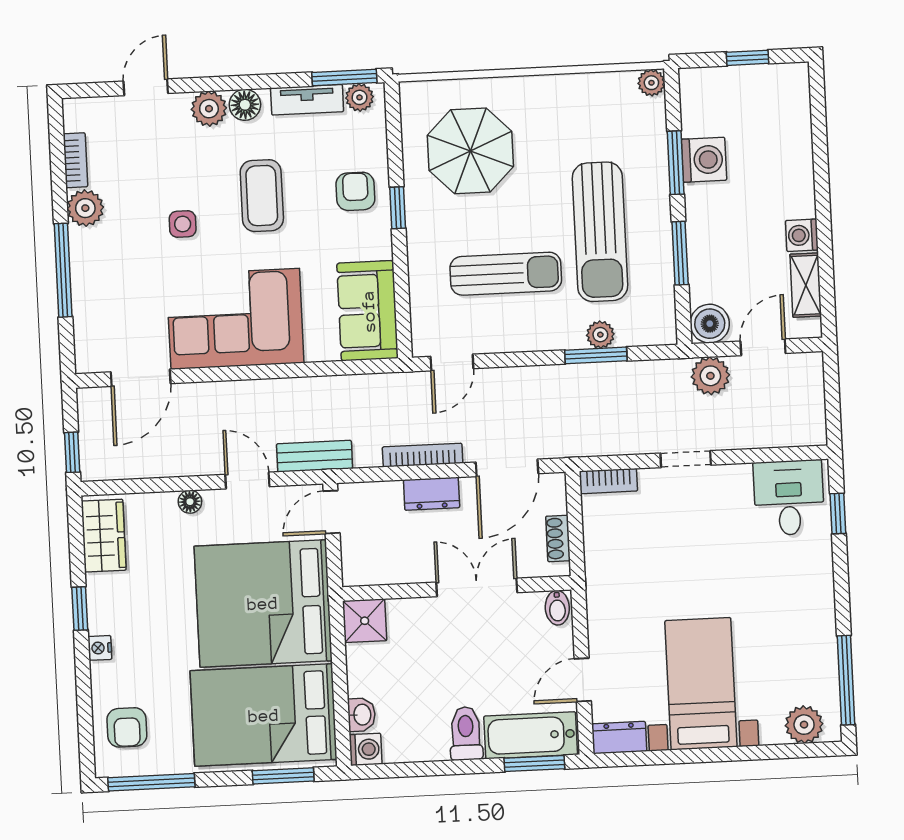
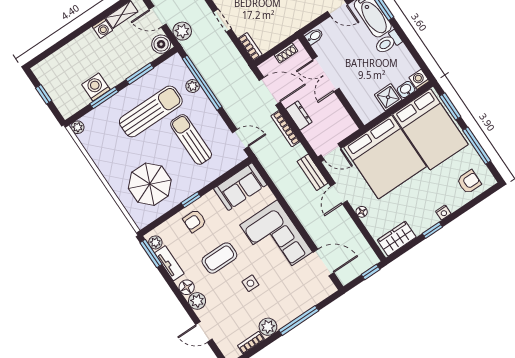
window: (596, 355) -> (202, 83), width x2.11
shower: (365, 621) -> (388, 97), moved
window: (151, 782) -> (477, 146), moved

